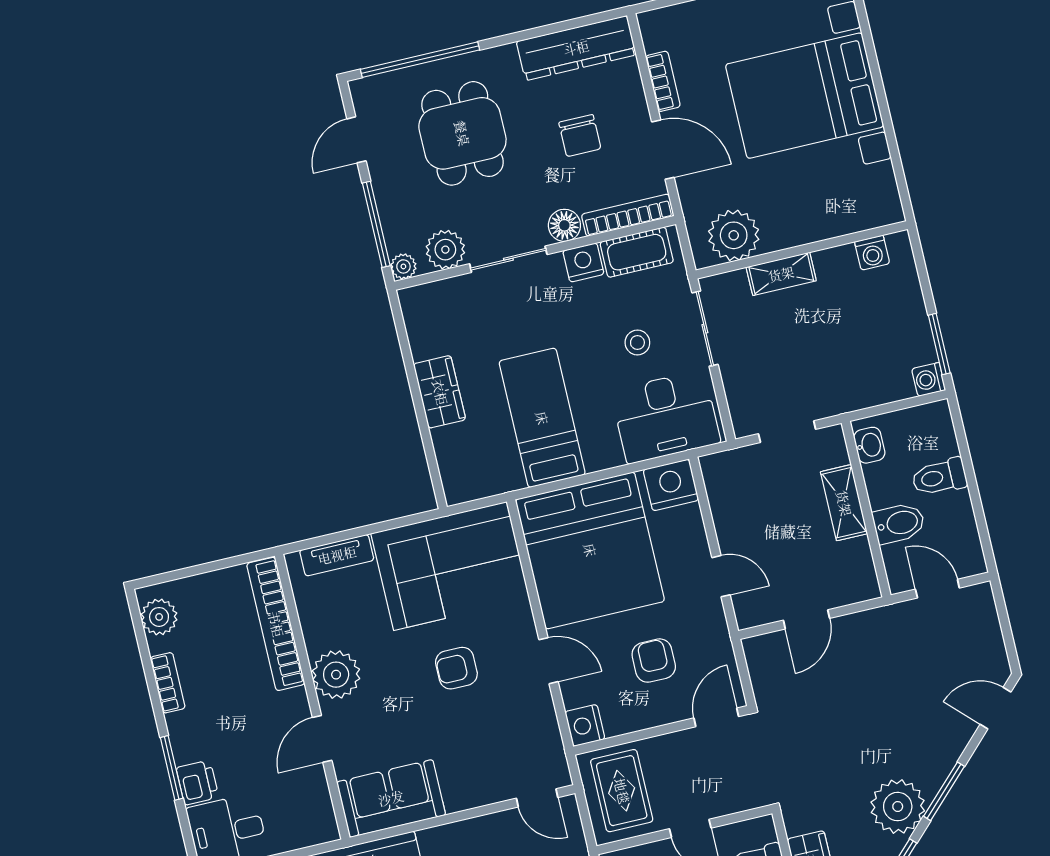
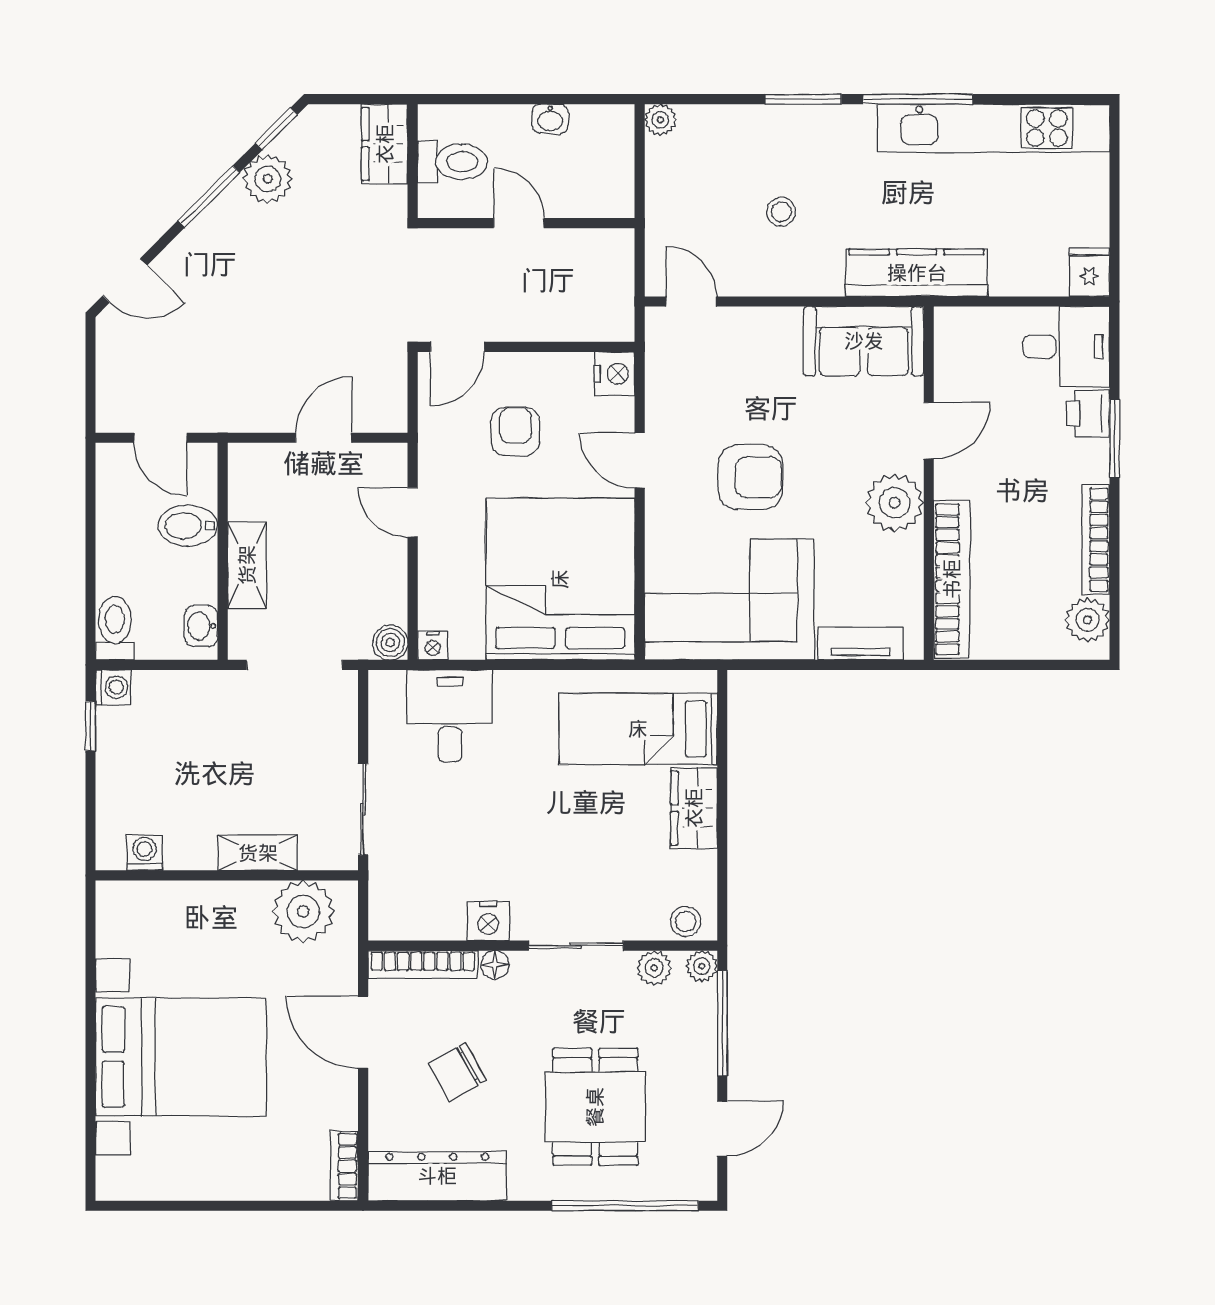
bookcase: (663, 81) -> (344, 1166), moved
chair: (580, 136) -> (457, 1072), turned -119
floor lamp: (564, 225) -> (495, 965), width x0.73, depth x0.73
plant: (445, 250) -> (654, 968), width x0.73, depth x0.73
cot: (637, 252) -> (422, 918), removed
stool: (637, 342) -> (685, 921), moved
window: (939, 344) -> (91, 726), width x0.67
desk: (666, 417) -> (450, 716), width x0.73
bed: (542, 418) -> (638, 729), moved, turned 90
doorway: (787, 432) -> (295, 665), width x1.38
boiler: (714, 468) -> (390, 642), added
toilet: (939, 477) -> (115, 628), moved, turned -90
nightstand: (671, 485) -> (433, 645), width x0.53, depth x0.56
armchair: (654, 661) -> (515, 431), turned 180
armchair: (456, 668) -> (750, 477), width x1.38, depth x1.38
bookcase: (168, 683) -> (1096, 540), width x1.56
rug: (622, 791) -> (589, 287), removed
plant: (898, 807) -> (268, 179), width x0.73, depth x0.73

